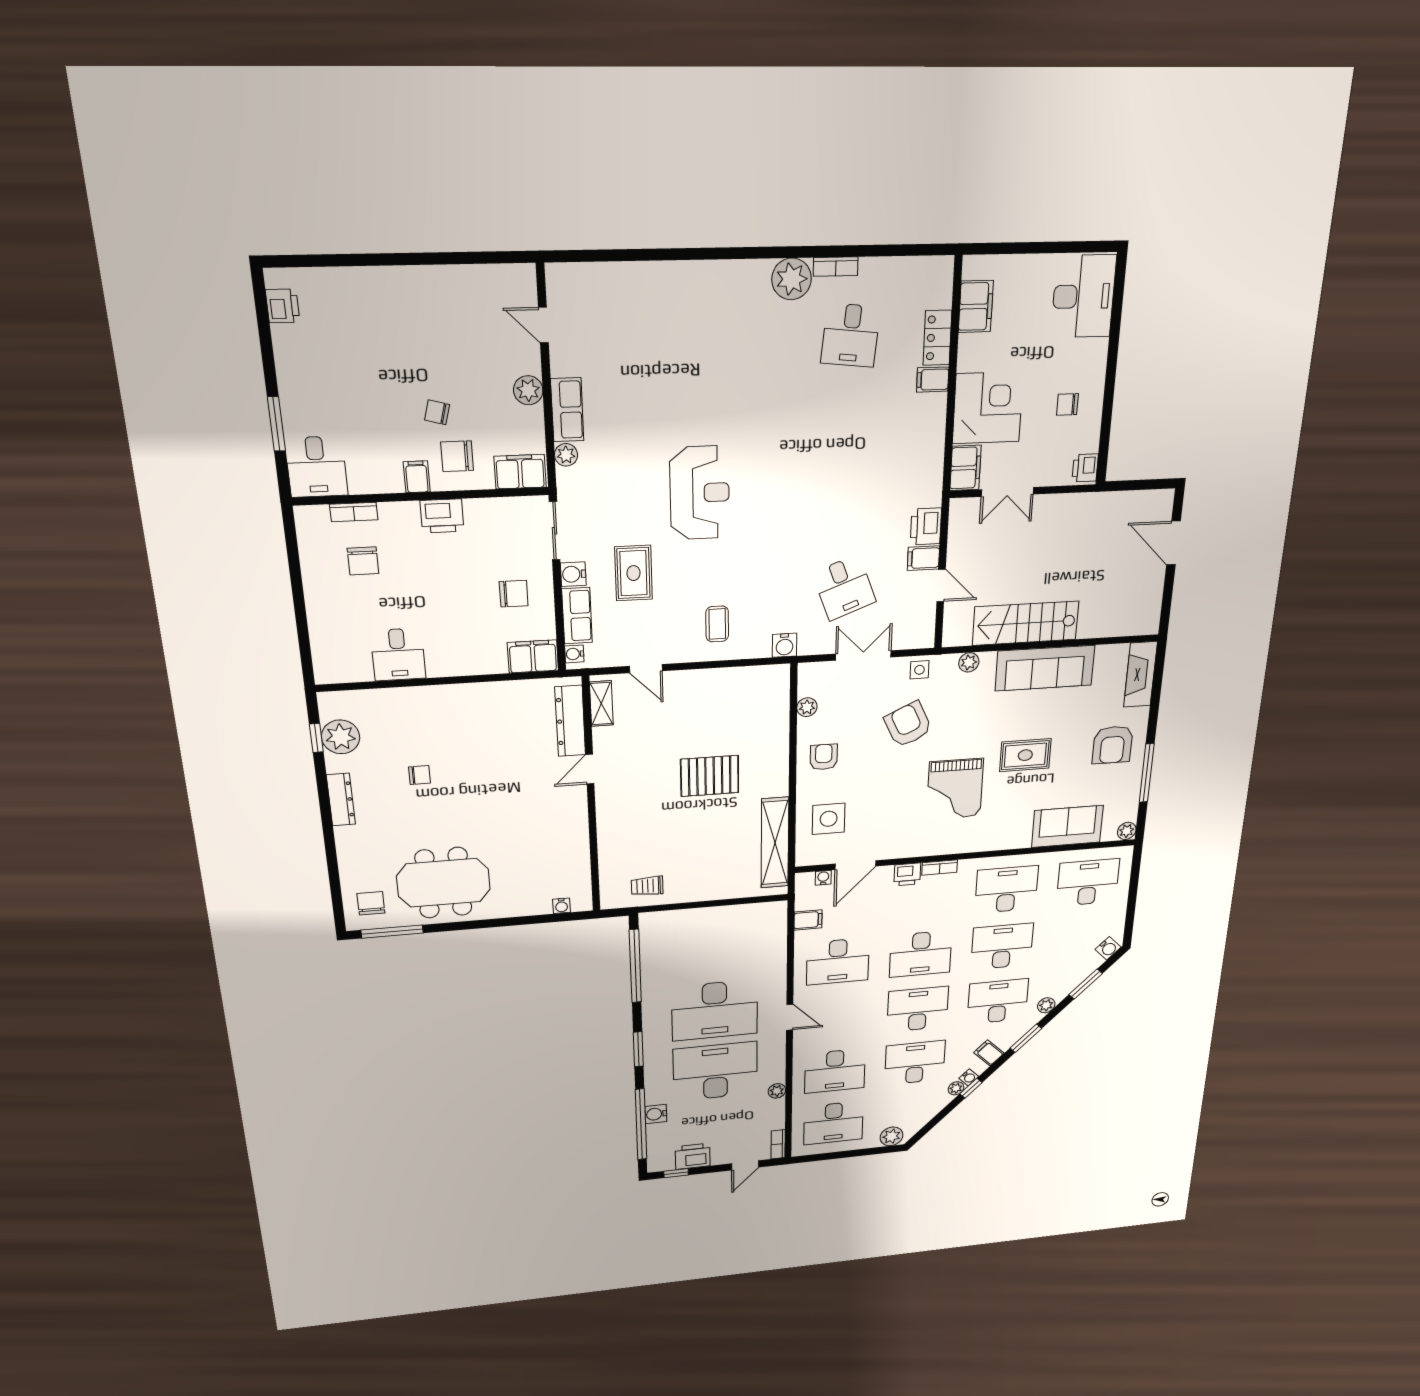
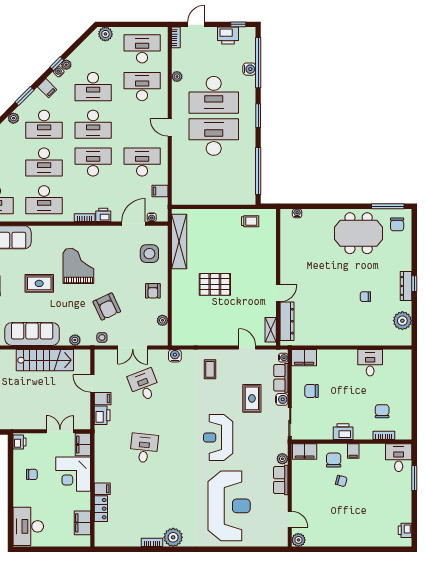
desk: (851, 335) -> (144, 448), moved
reception desk: (674, 351) -> (229, 506), added
plant: (528, 390) -> (298, 540), moved
chair: (457, 456) -> (334, 460), turned -90
window: (316, 738) -> (414, 284), moved

